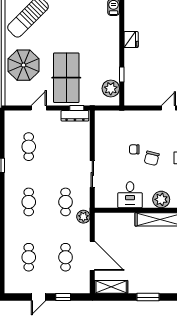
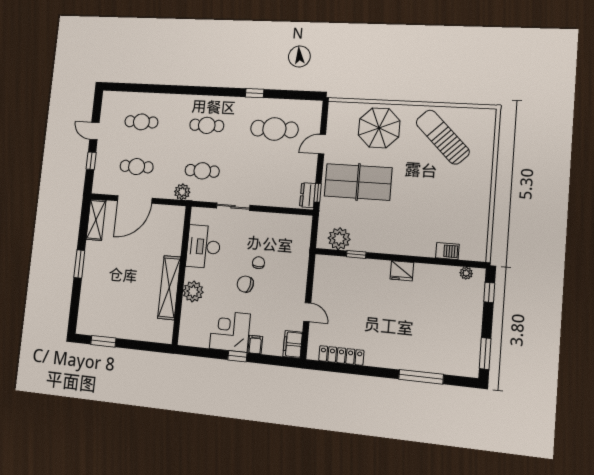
door: (39, 108) -> (322, 144), swing flipped
dresser: (75, 116) -> (308, 195), width x0.70
cafe table: (29, 147) -> (274, 129), width x1.37, depth x1.35
desk: (130, 195) -> (203, 247), width x1.37

